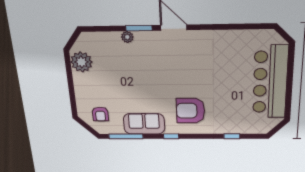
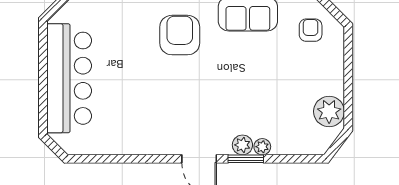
plant: (142, 38) -> (242, 145), added
armchair: (191, 111) -> (180, 35), turned -90

